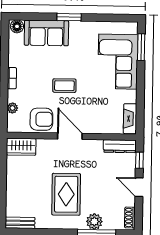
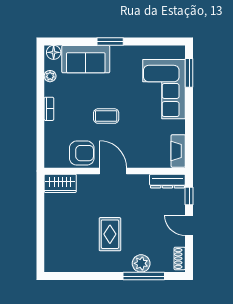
plant: (12, 108) -> (50, 76), moved
rug: (66, 194) -> (110, 234), width x0.73, depth x0.70
bench: (20, 223) -> (60, 266), removed

